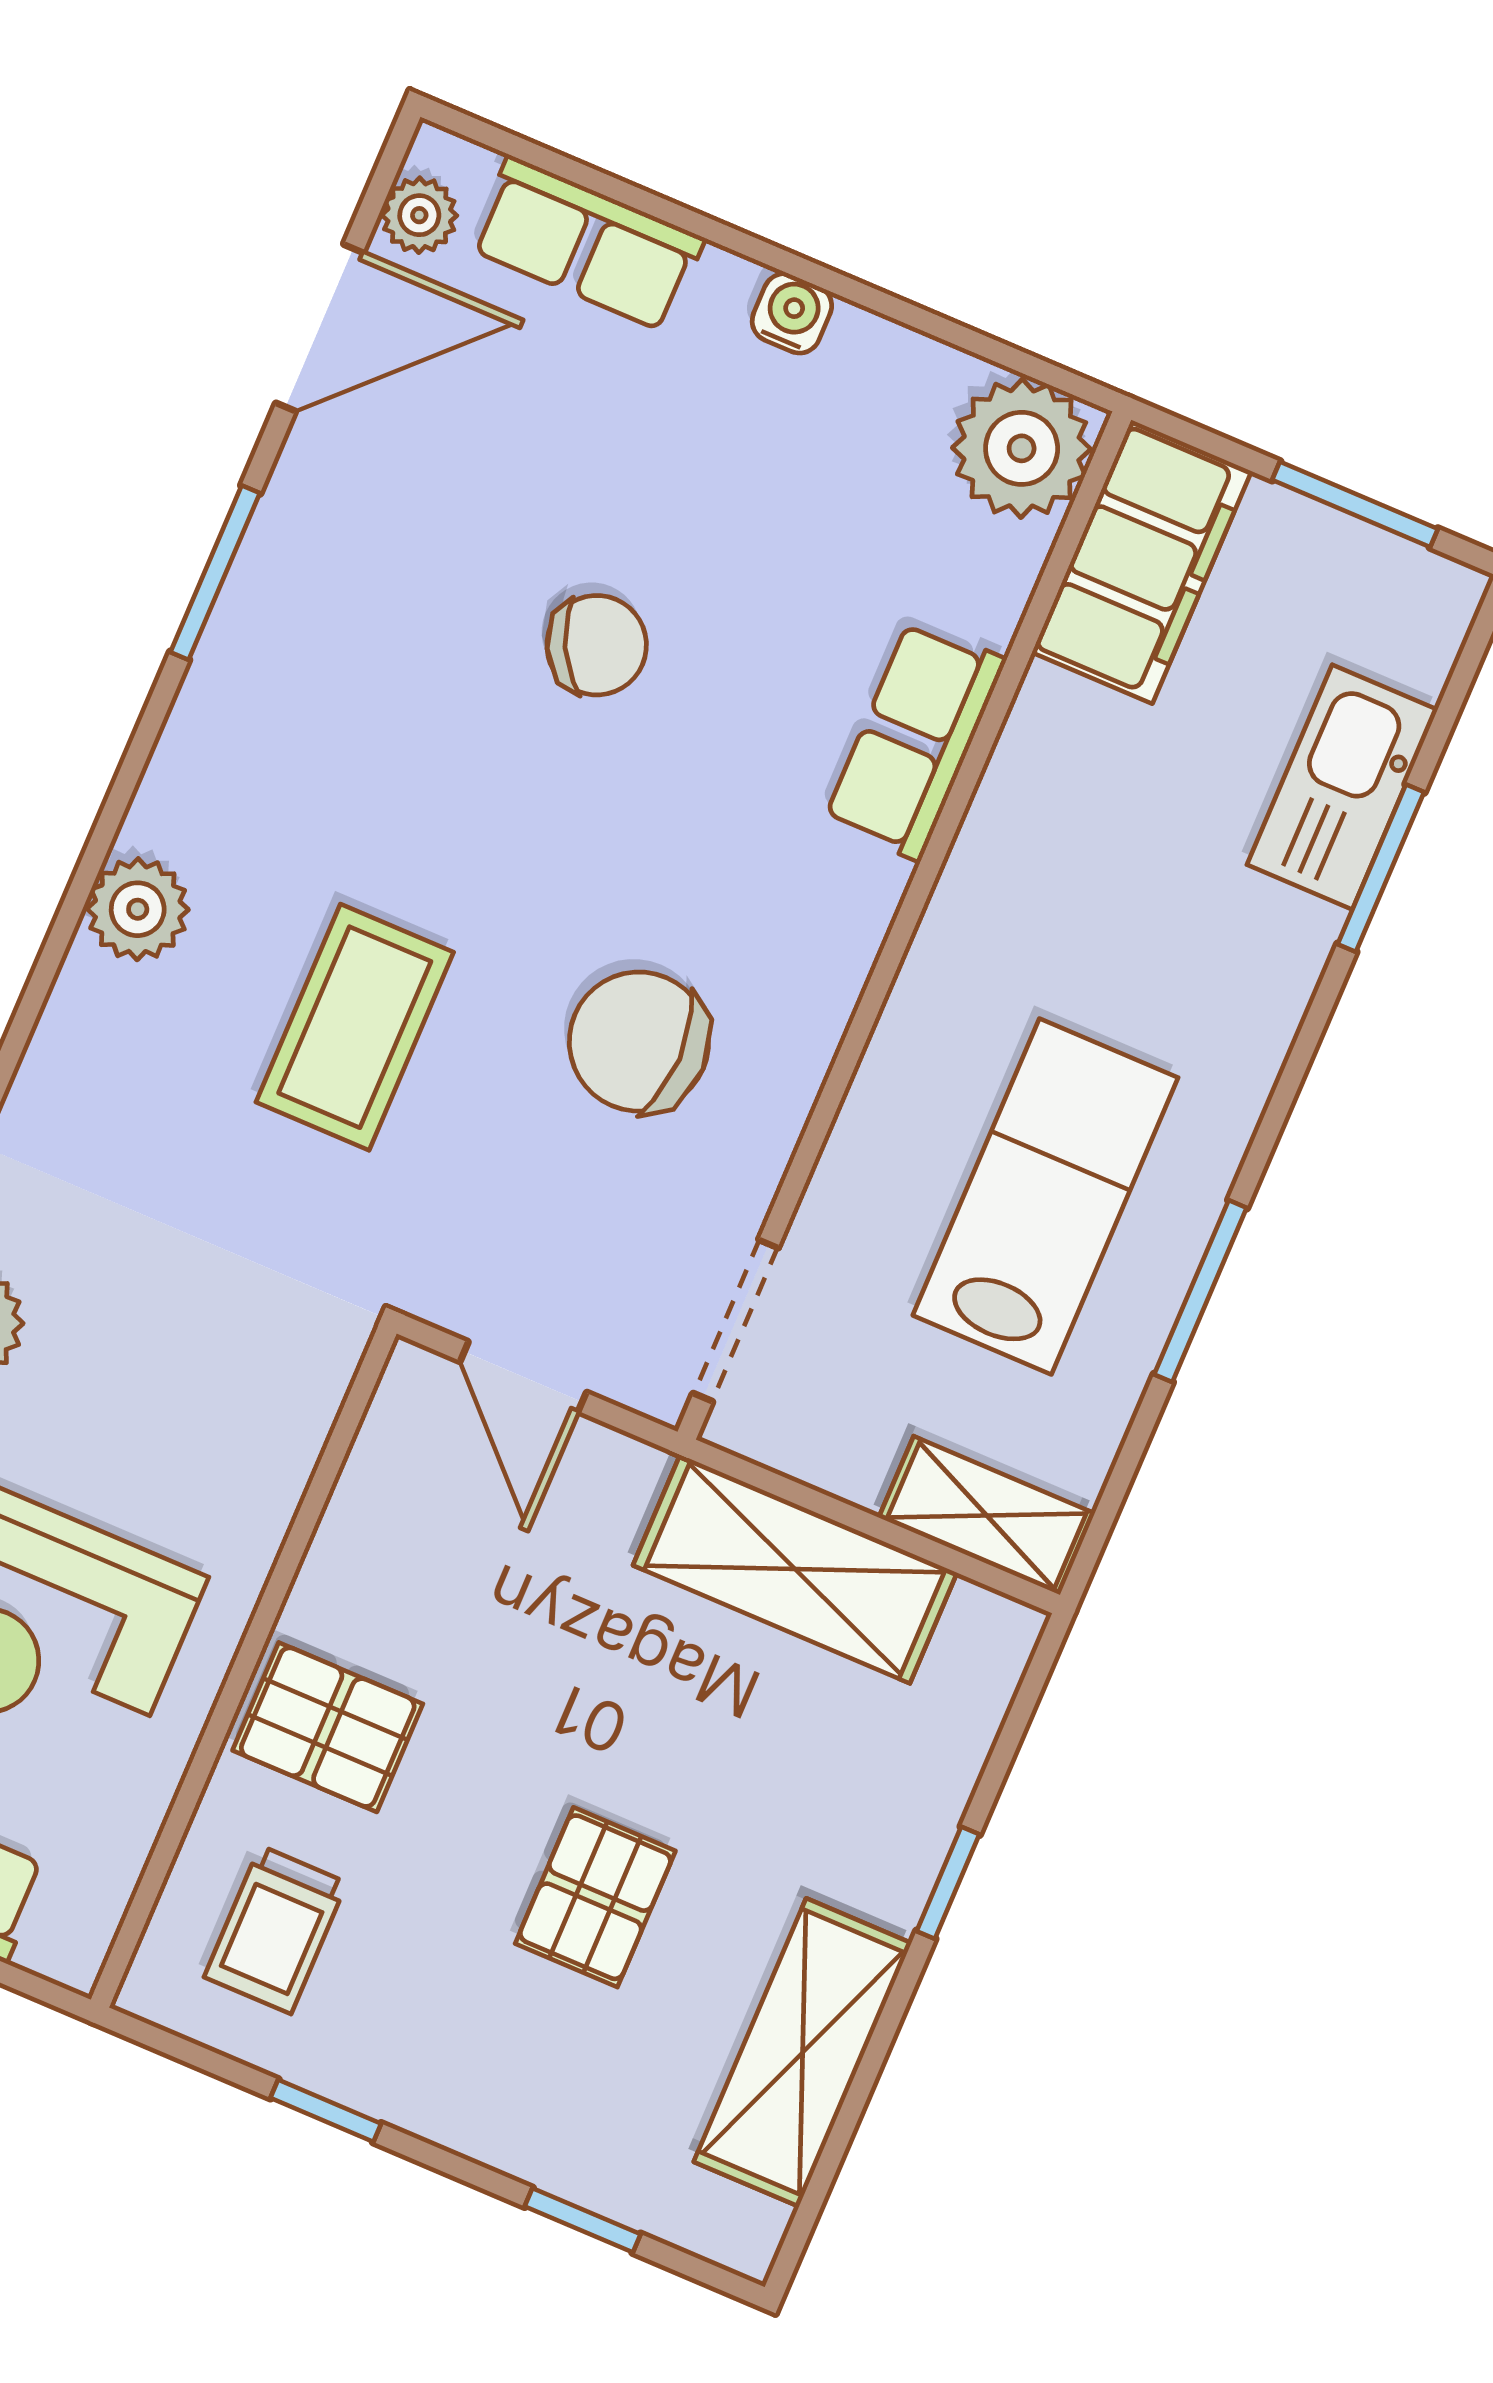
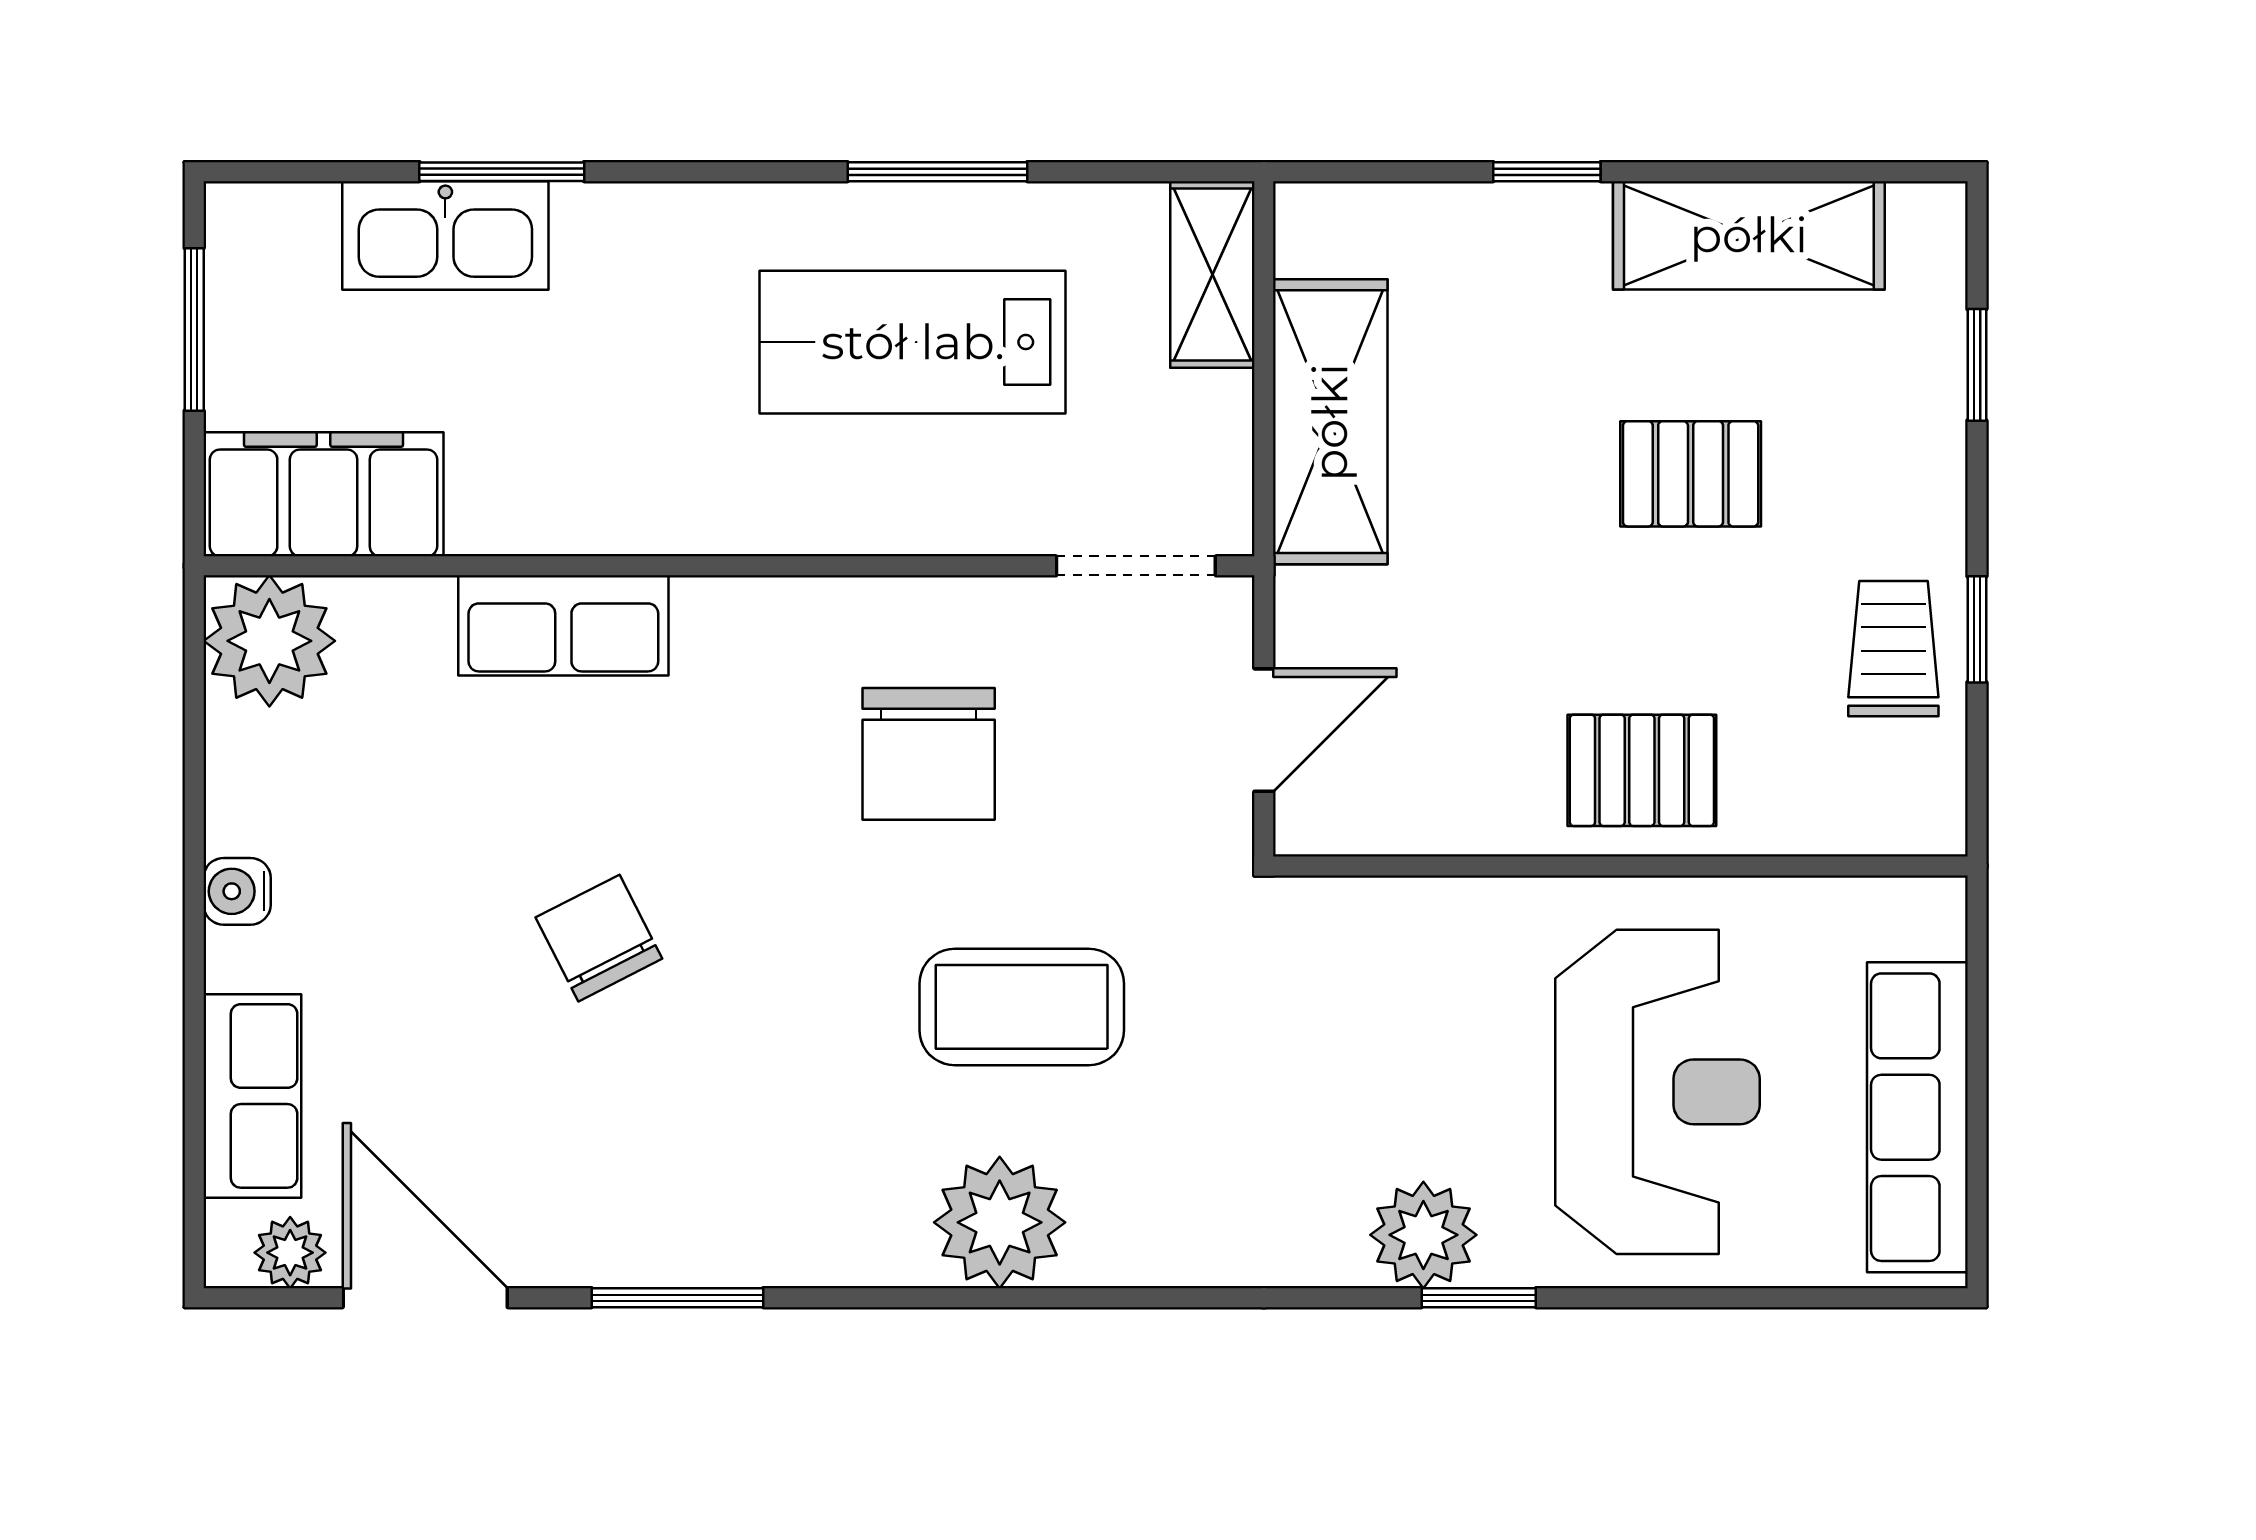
plant: (138, 909) -> (1000, 1222), width x1.36, depth x1.36
pallet: (328, 1727) -> (1642, 770), turned 90
trolley: (276, 1930) -> (1893, 649), moved, turned -90

